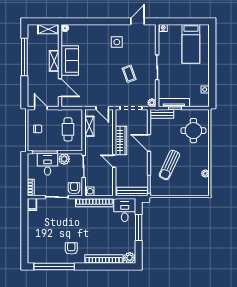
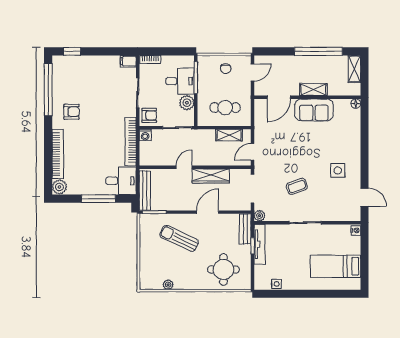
shelving: (48, 29) -> (354, 69), moved
window: (24, 248) -> (72, 51), added

